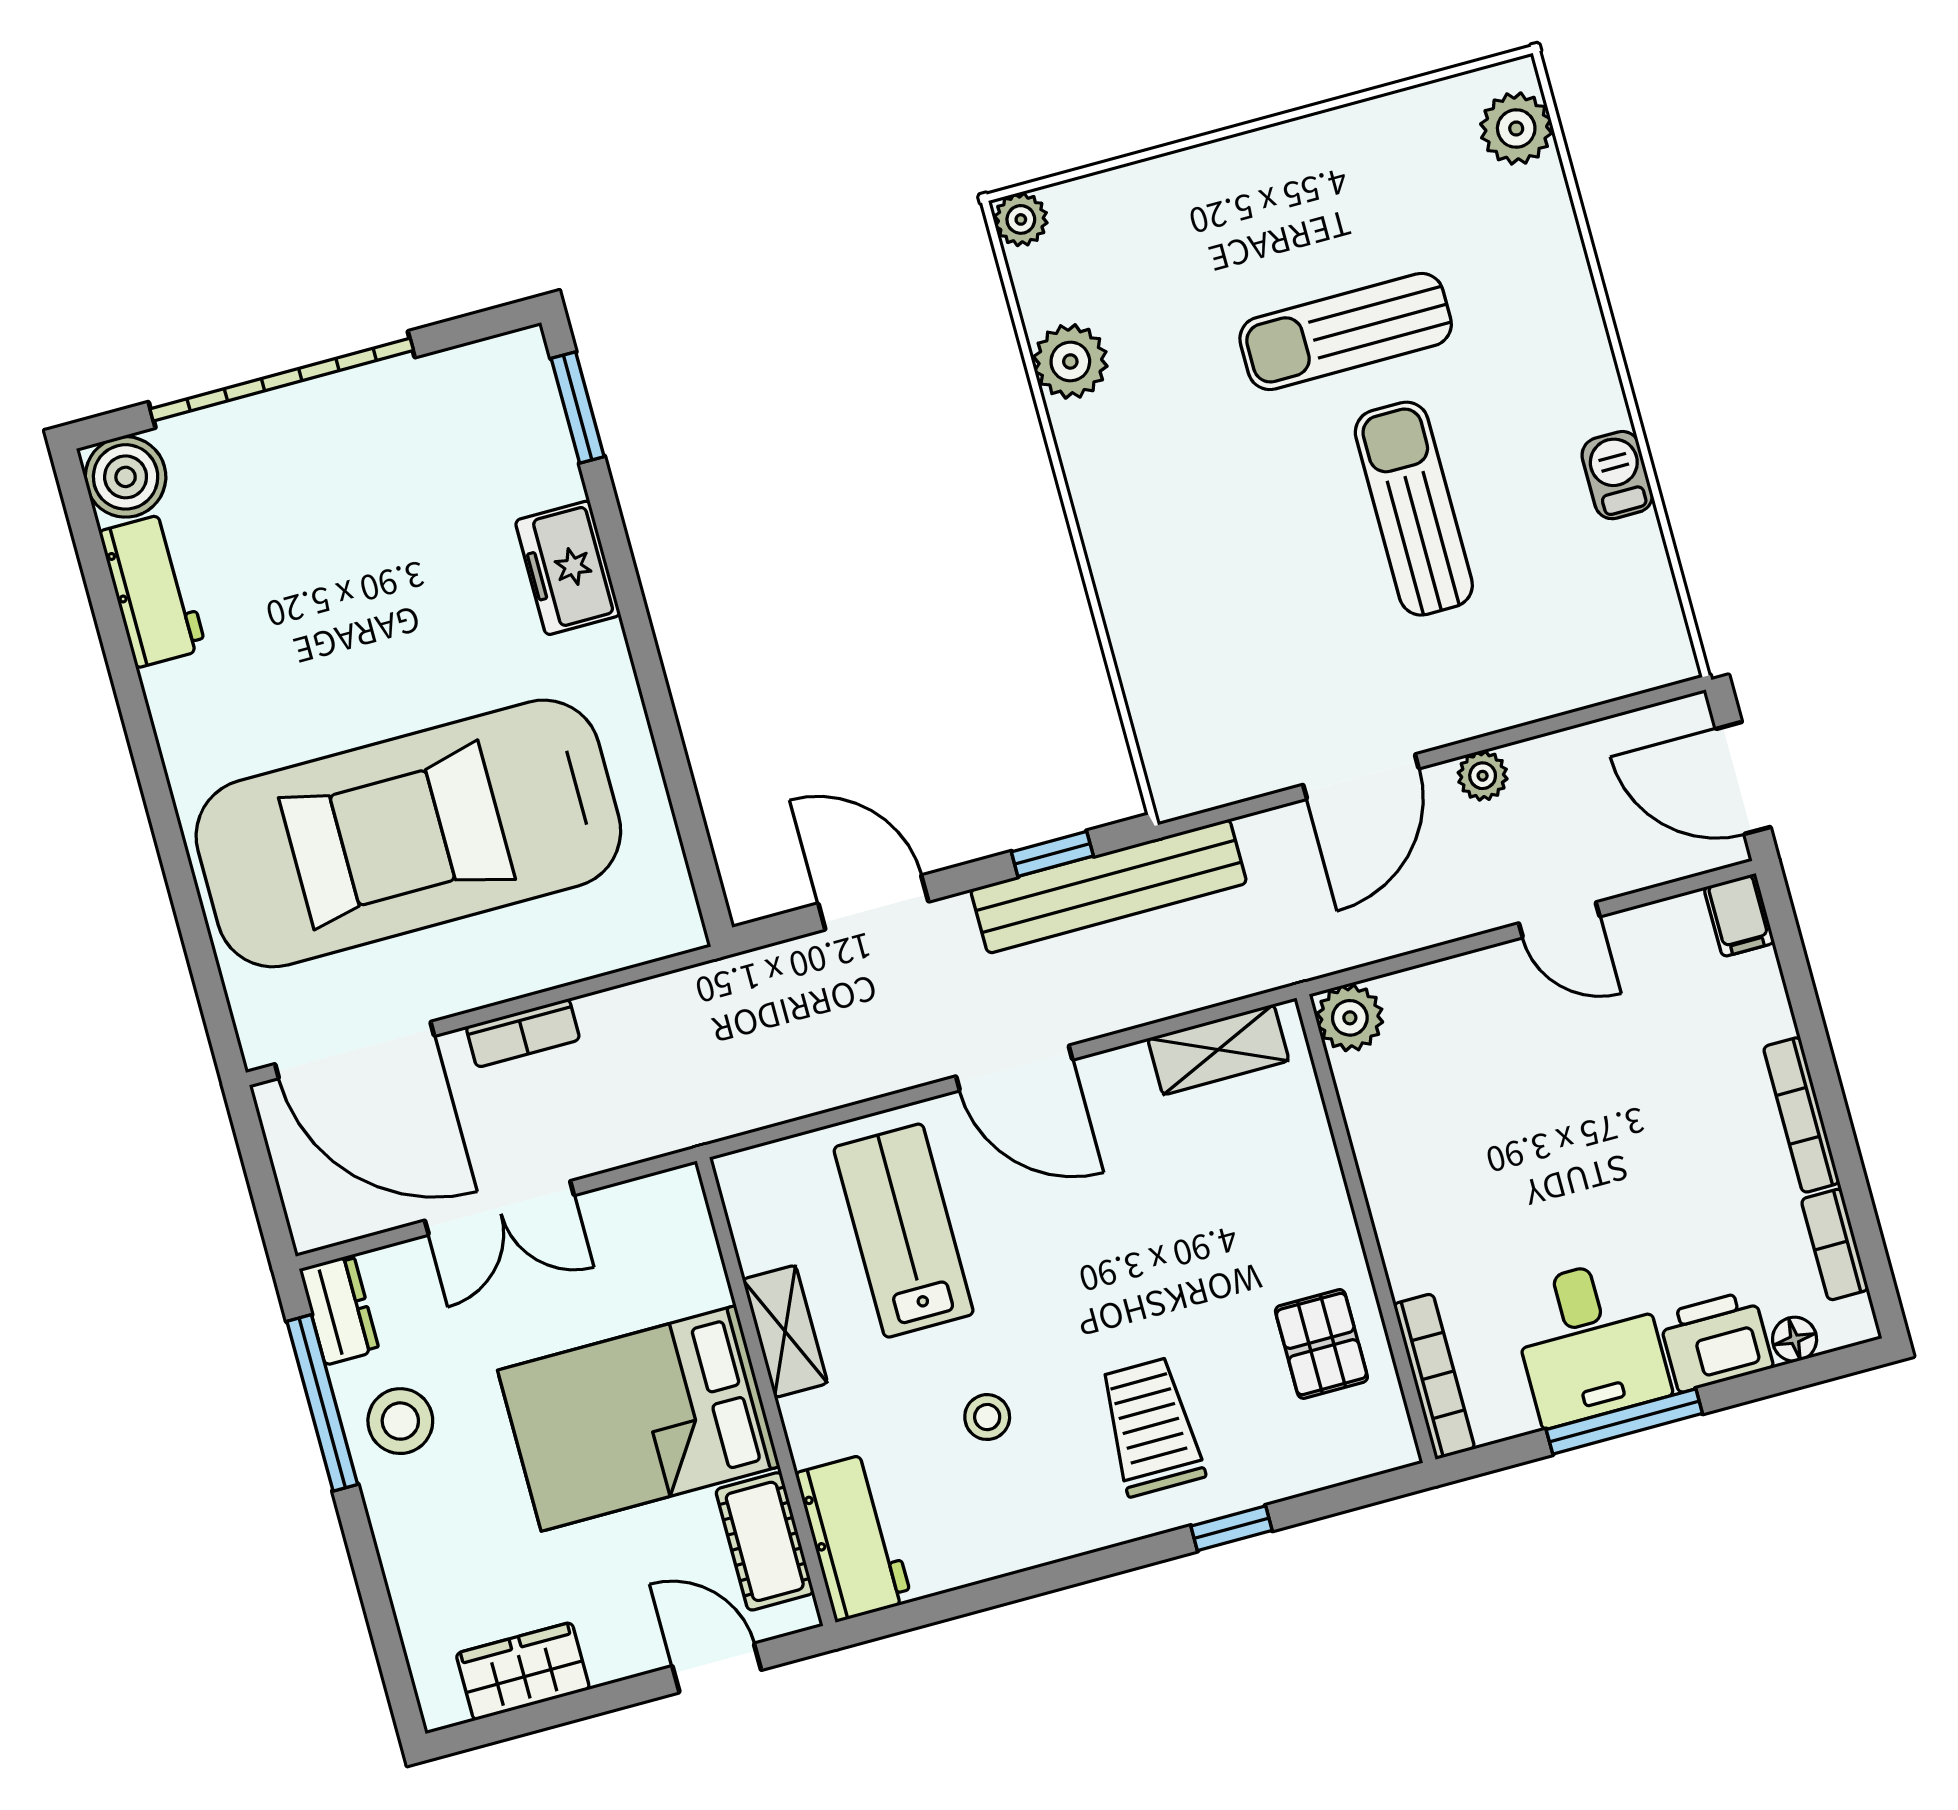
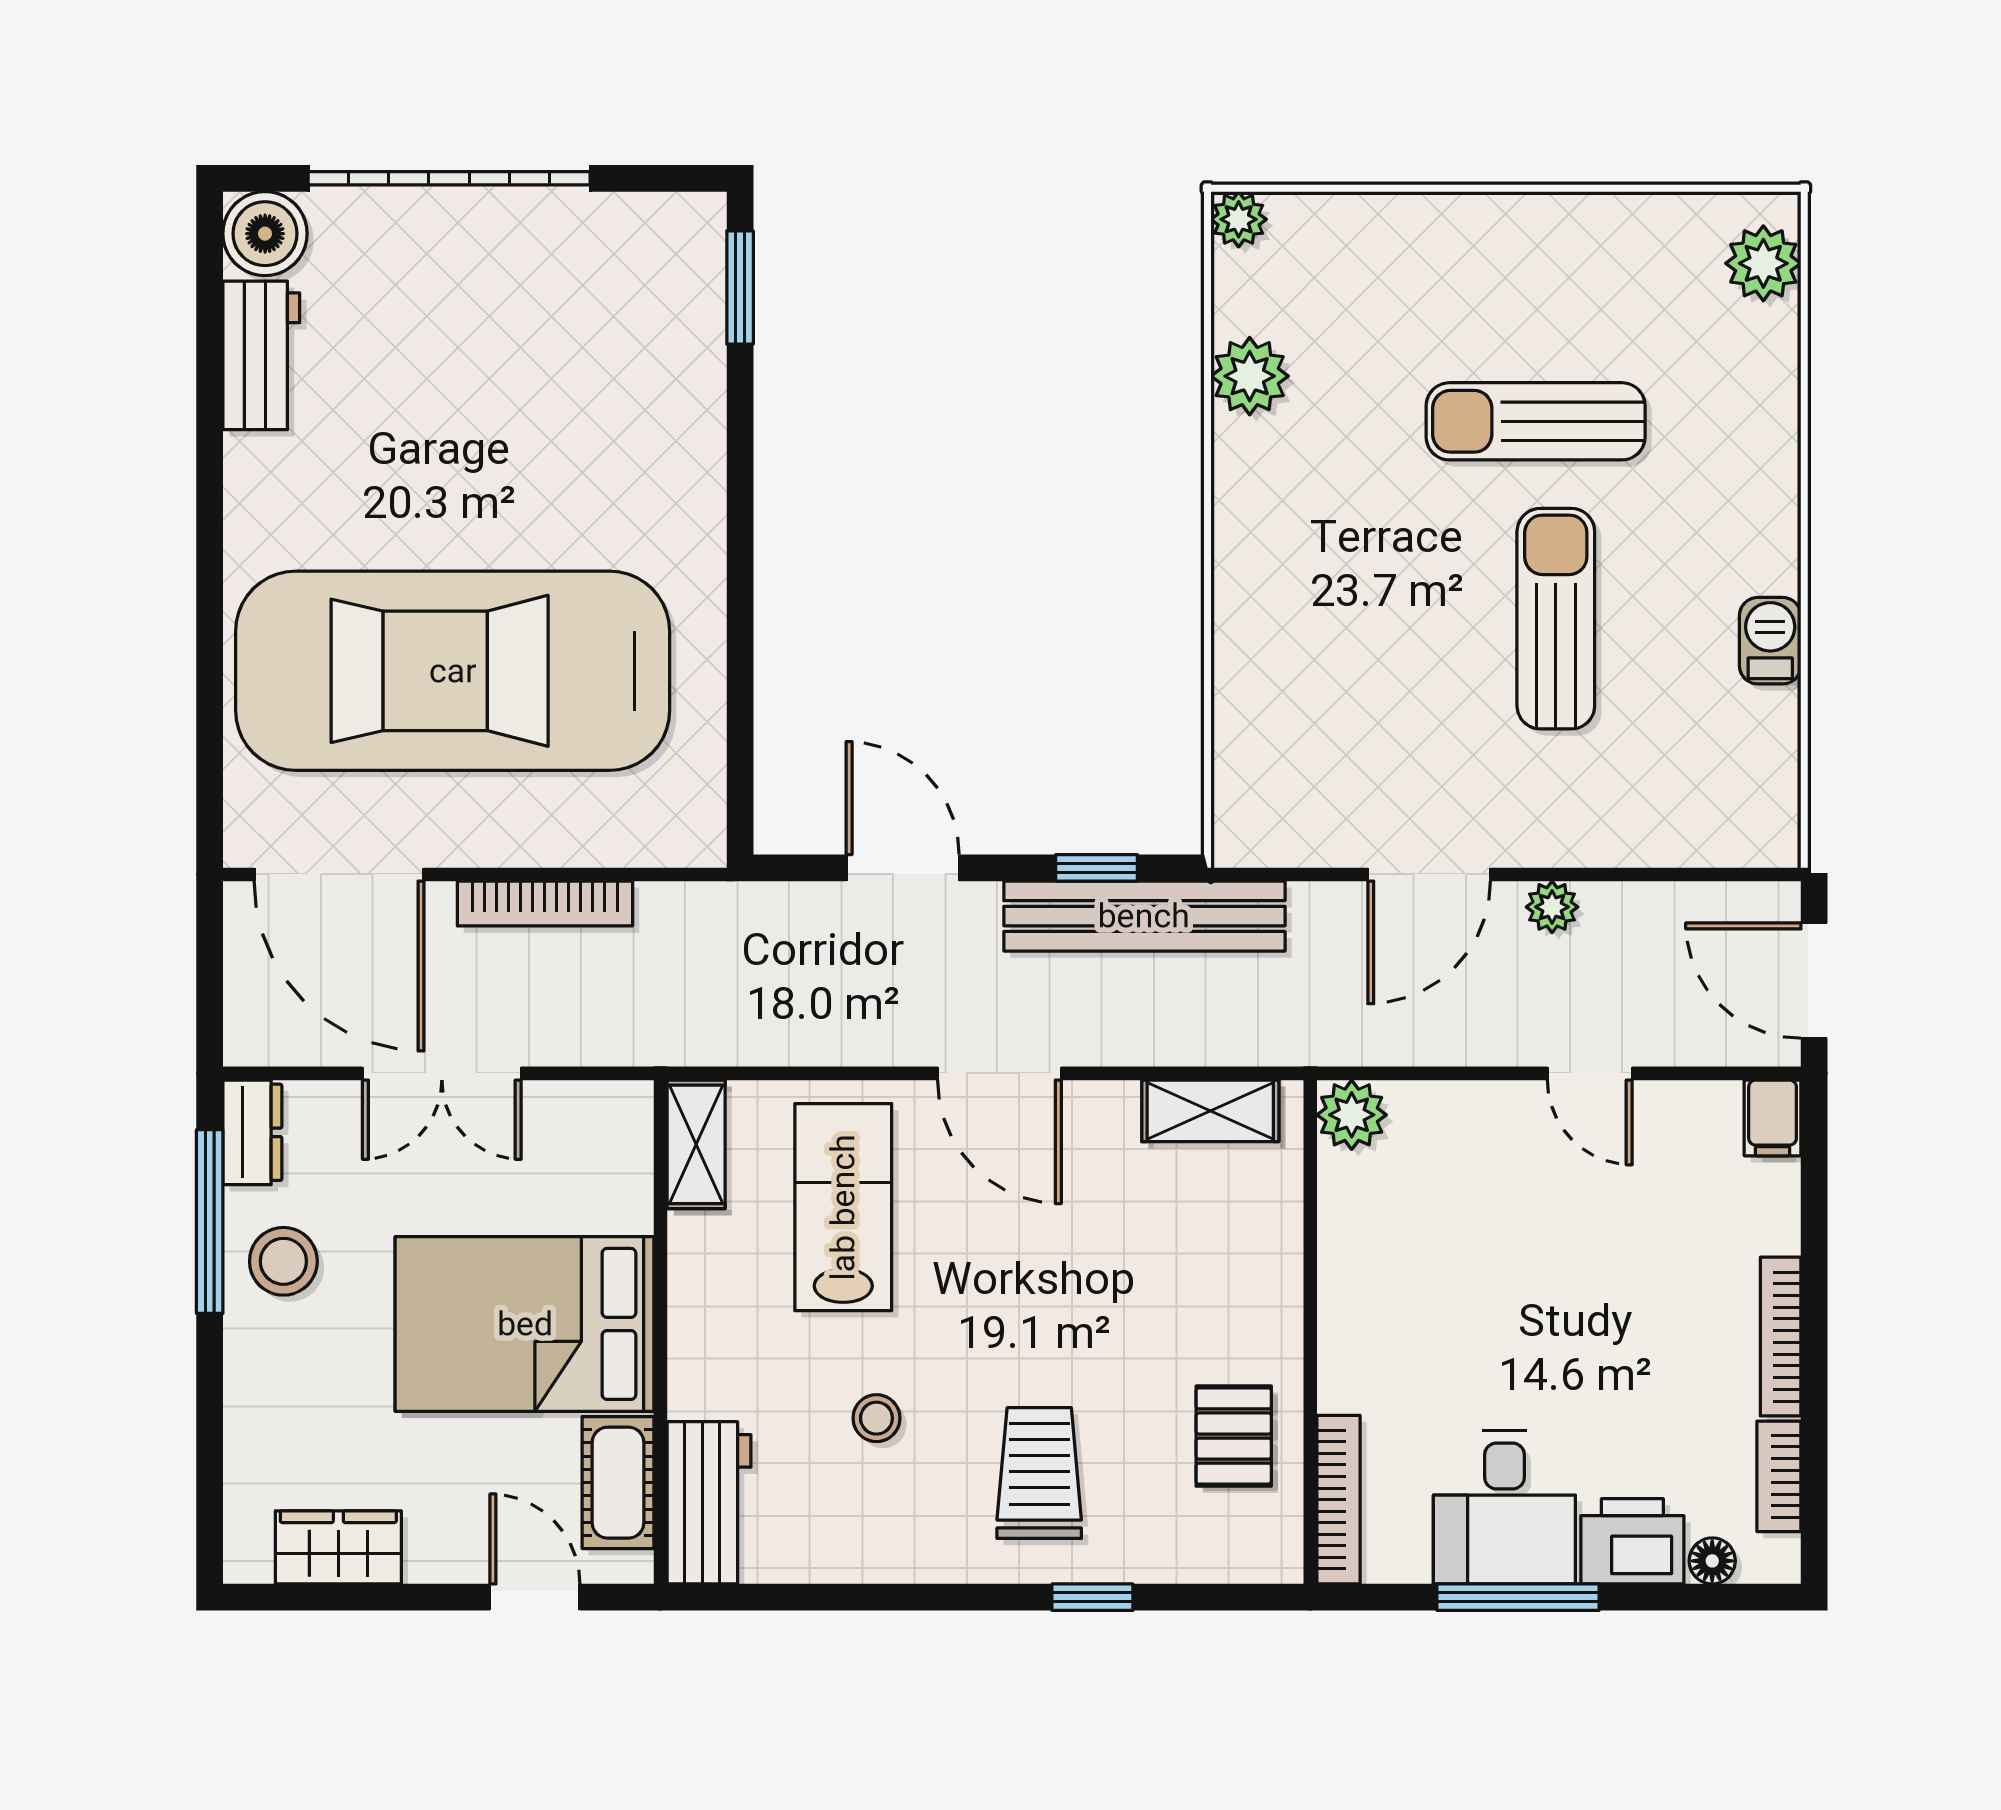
freezer: (568, 568) -> (686, 447), removed
bookcase: (523, 1033) -> (545, 904), width x1.56
shelving: (785, 1331) -> (696, 1144), moved

